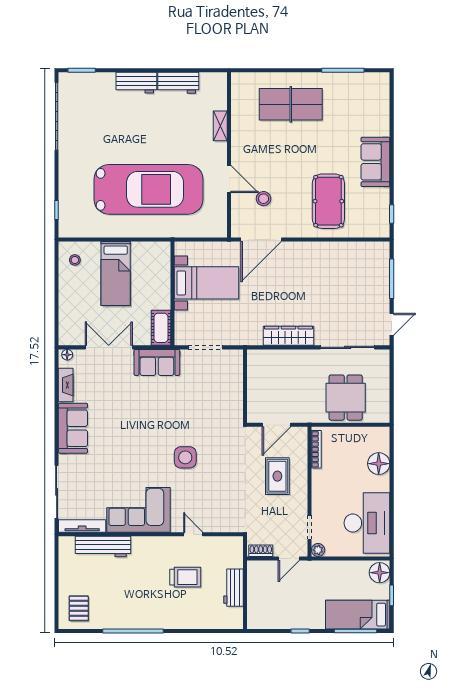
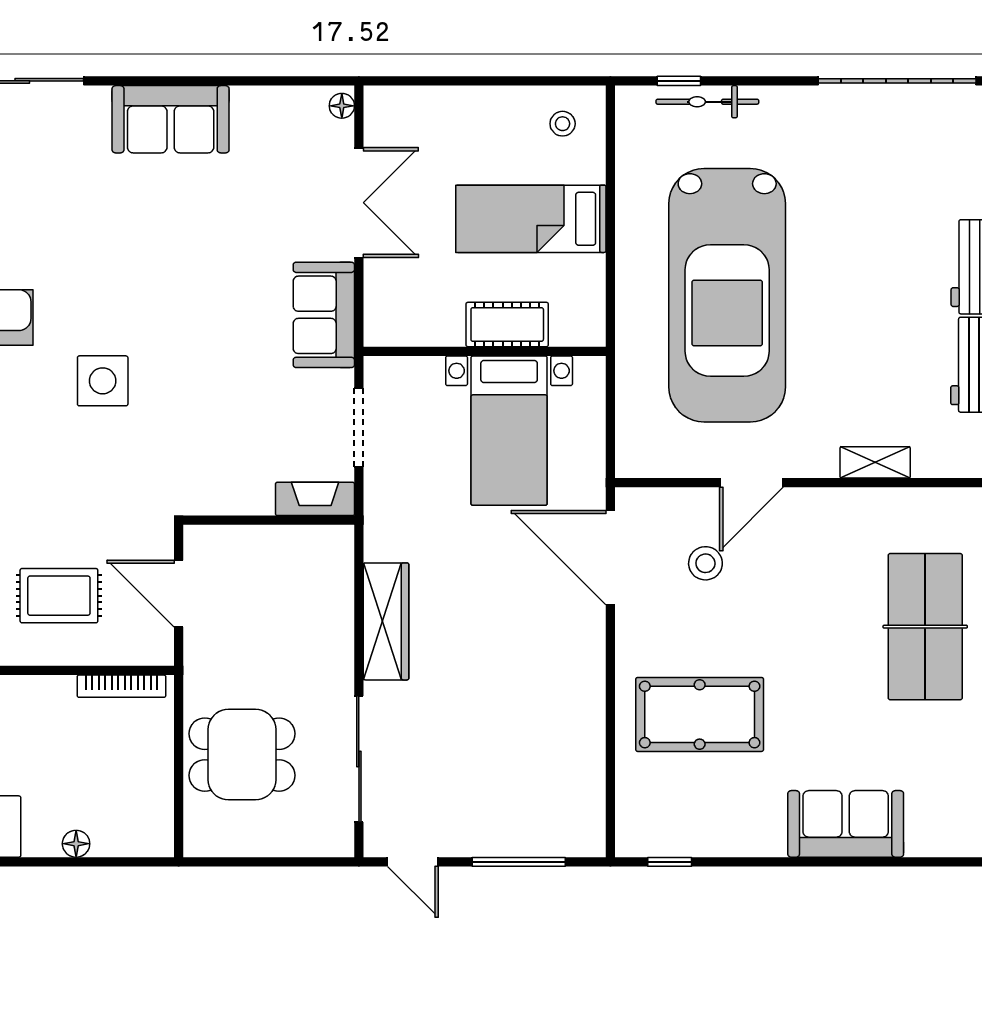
sofa: (375, 162) -> (846, 824), moved
bicycle: (65, 198) -> (707, 102), added
cot: (161, 328) -> (507, 324), moved
fireplace: (66, 385) -> (315, 499), moved, turned 180
floor lamp: (379, 464) -> (76, 844), width x0.53, depth x0.53

